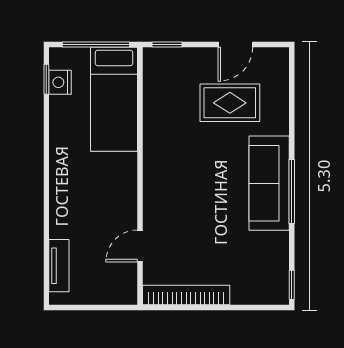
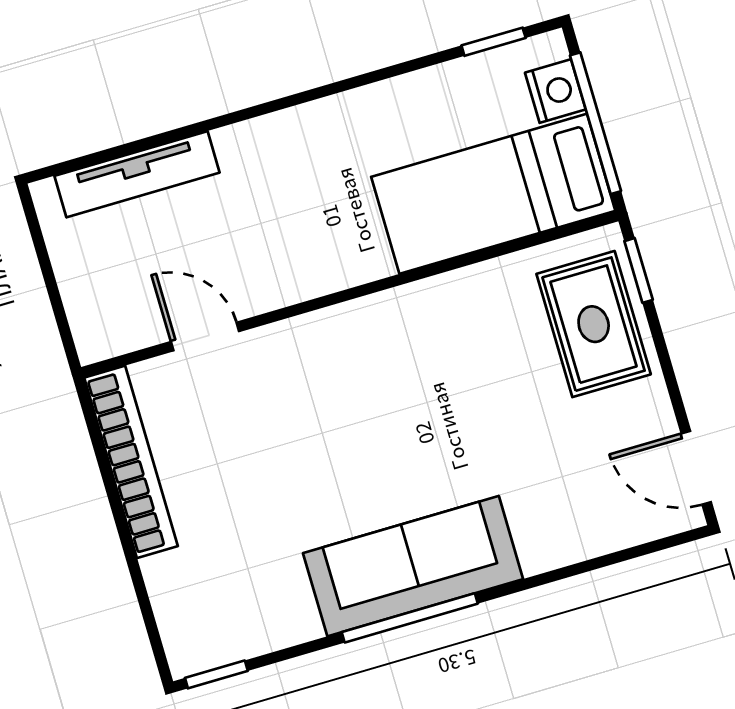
door: (235, 44) -> (696, 468), moved
nightstand: (60, 82) -> (555, 91), moved, turned 90
rug: (230, 103) -> (594, 324), moved
tv unit: (59, 266) -> (137, 174), width x1.41

